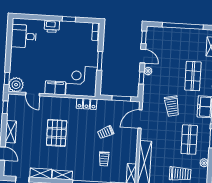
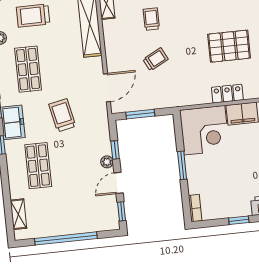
door: (143, 56) -> (119, 183), hinge flipped
locker: (87, 104) -> (227, 94), moved
pallet: (57, 133) -> (229, 46), turned 90

